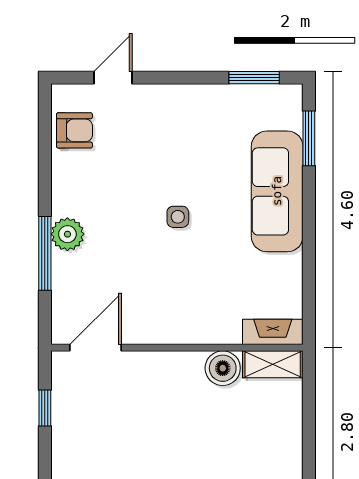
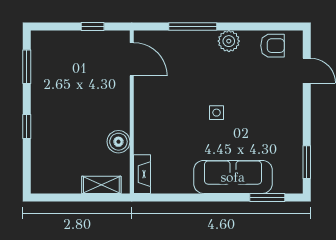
armchair: (74, 130) -> (273, 46), turned -90
plant: (67, 234) -> (229, 41), moved
shelving: (273, 364) -> (101, 185), moved, turned 90

